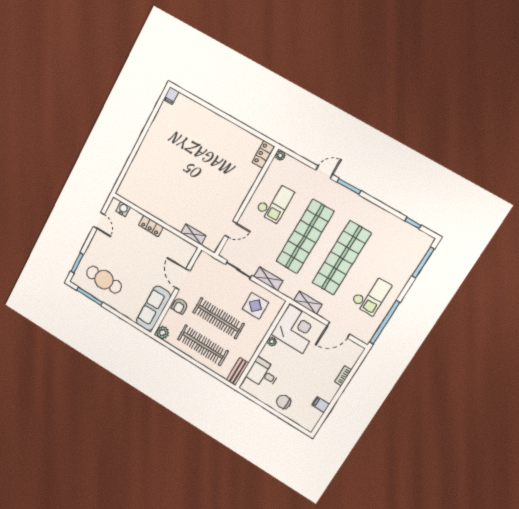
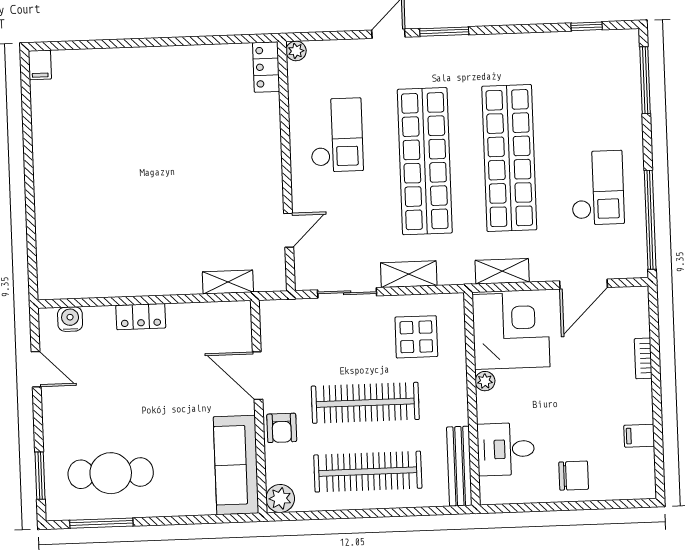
bench: (238, 372) -> (459, 466), width x1.36
chair: (284, 402) -> (574, 476), turned 180

